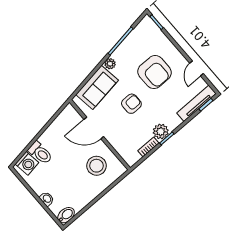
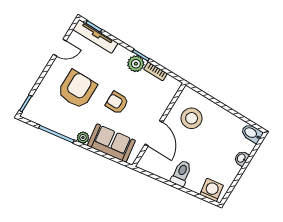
toilet: (40, 153) -> (181, 173), moved

